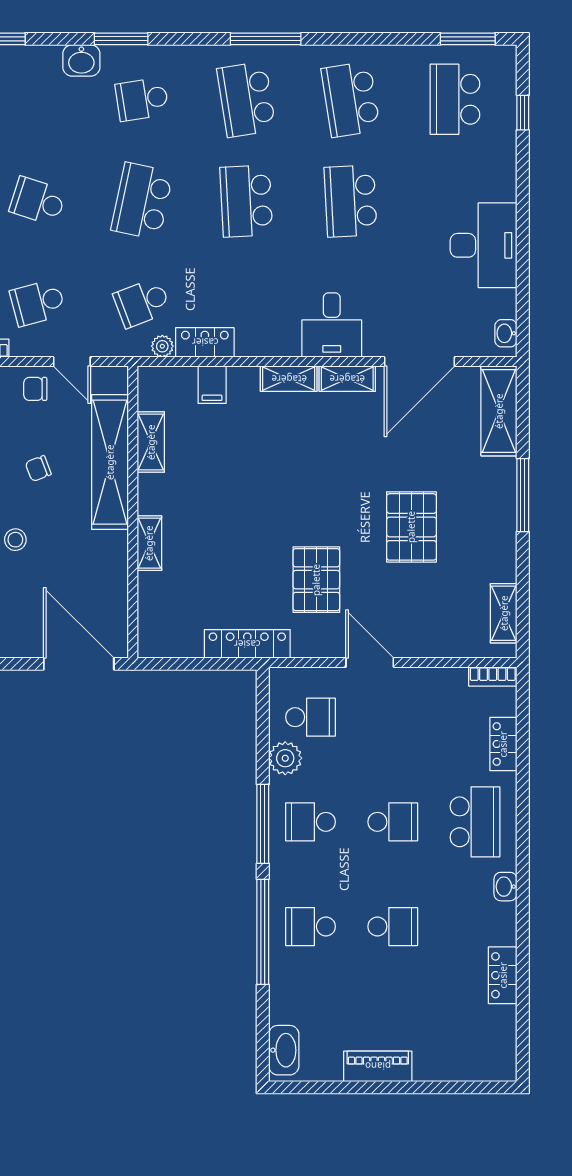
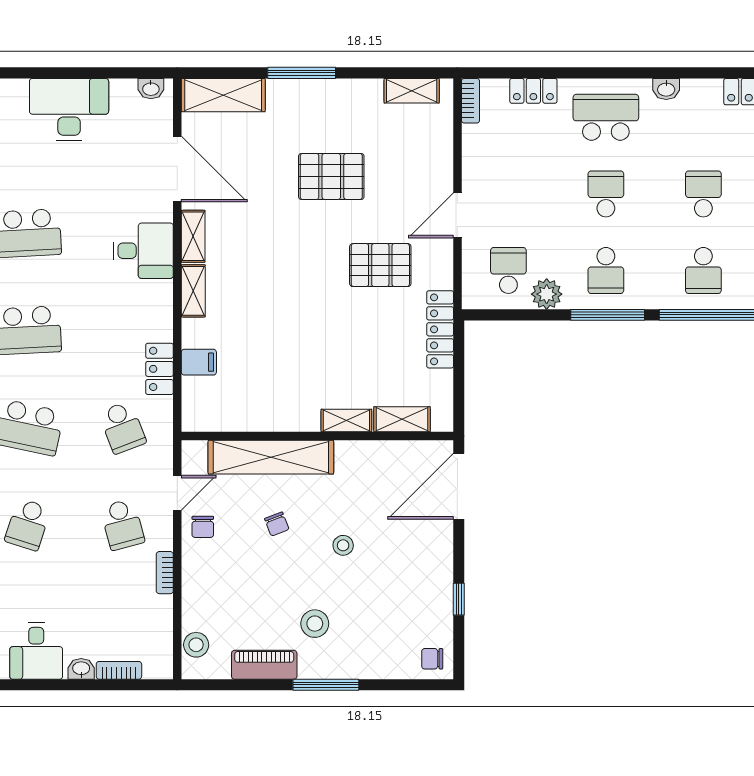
plant: (162, 346) -> (163, 408), removed
shelving: (151, 442) -> (402, 419), moved

